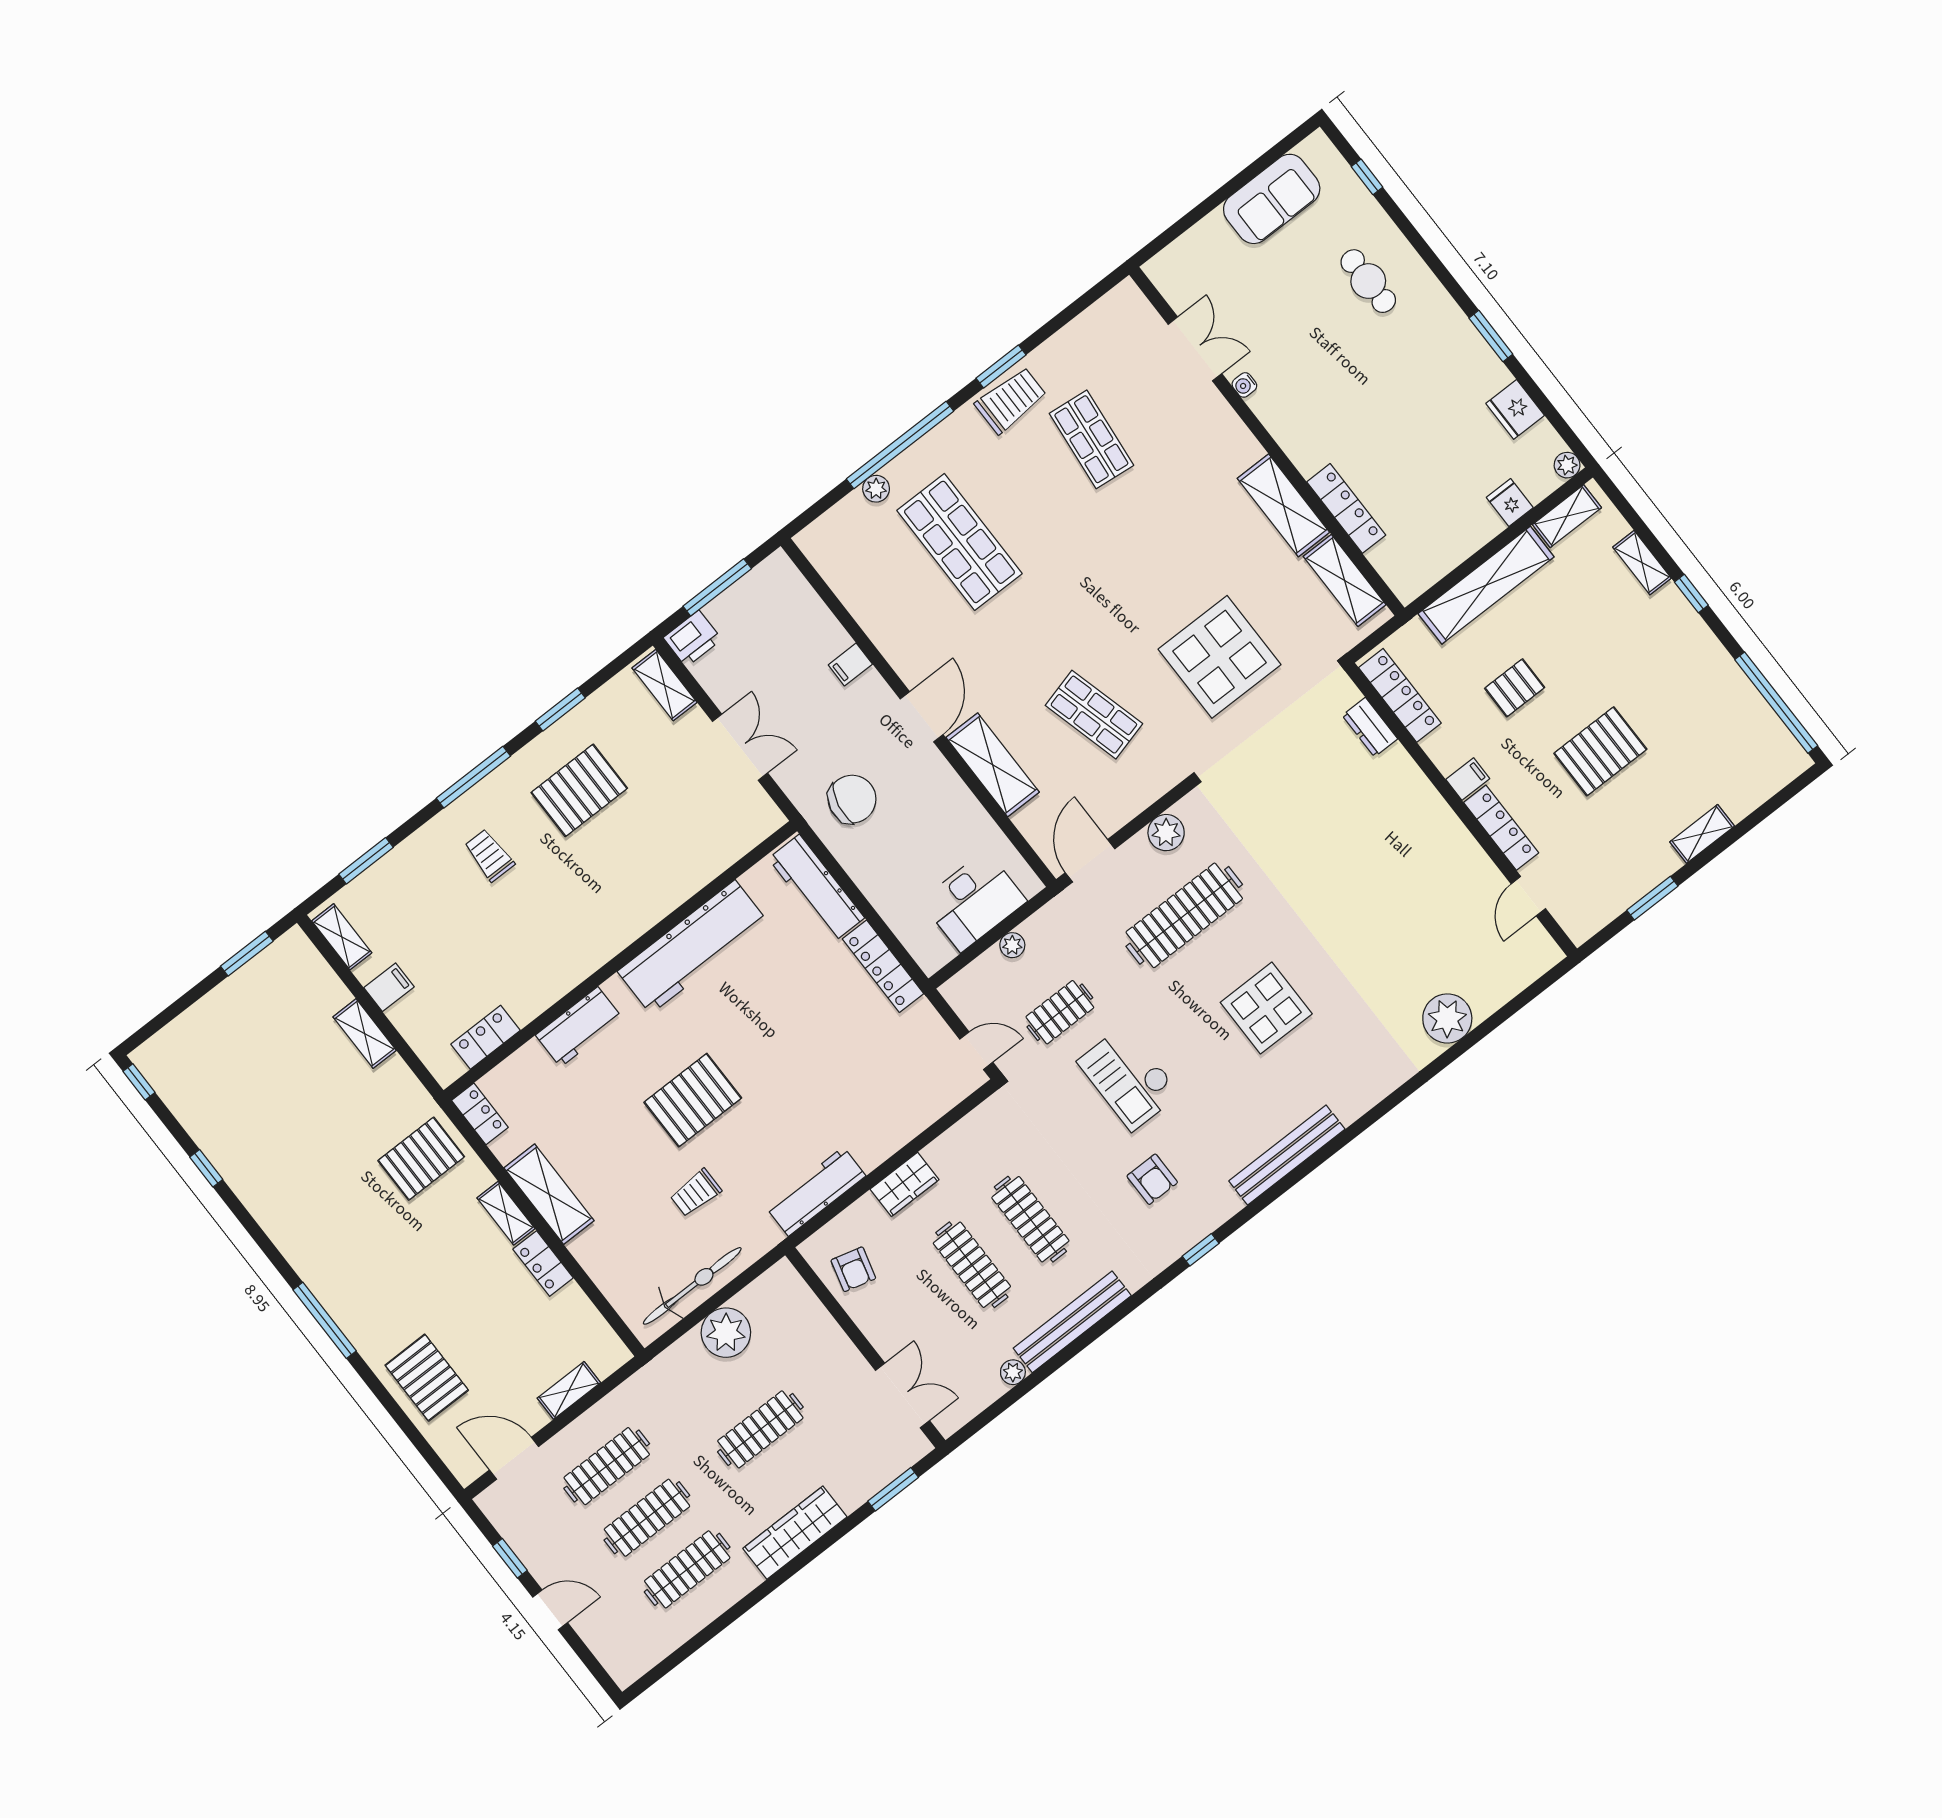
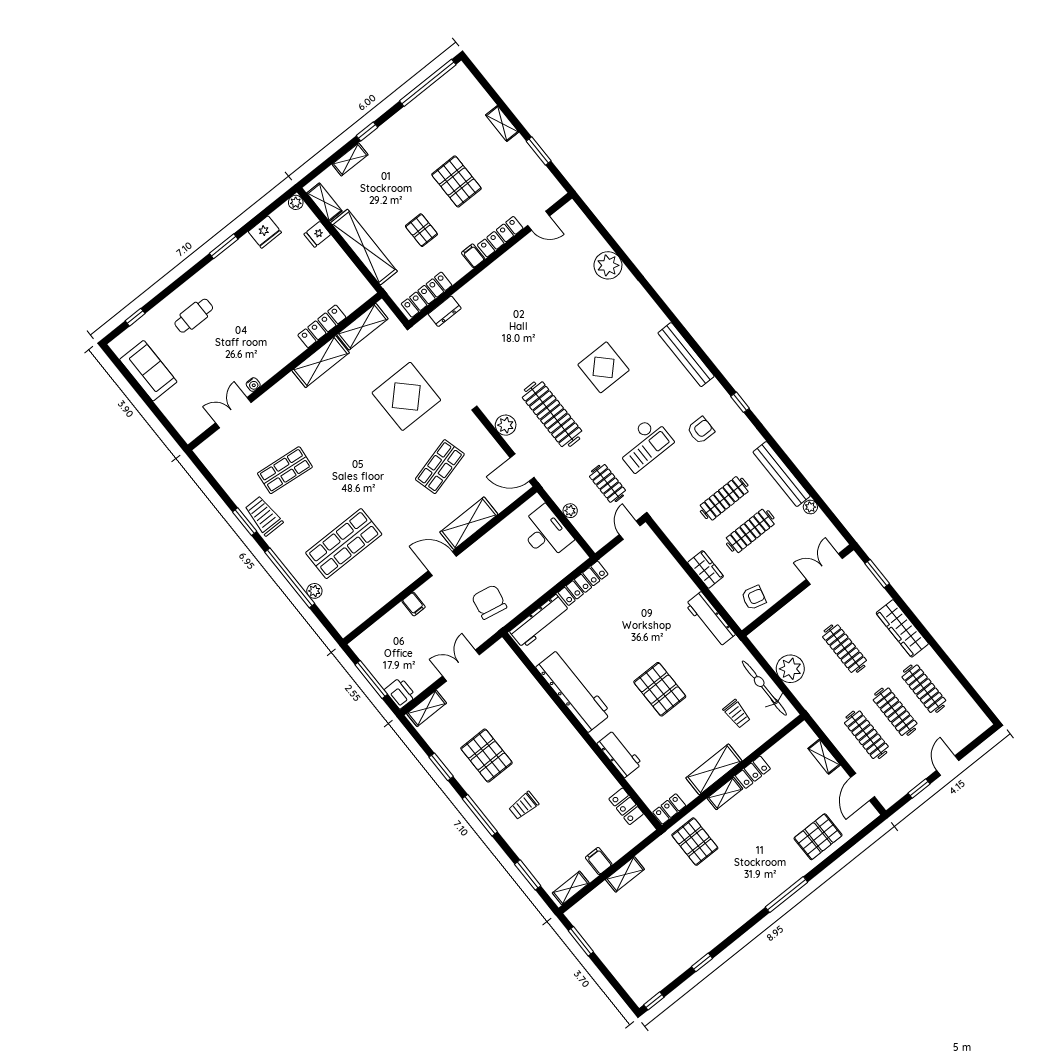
trolley: (696, 1193) -> (737, 714), moved

